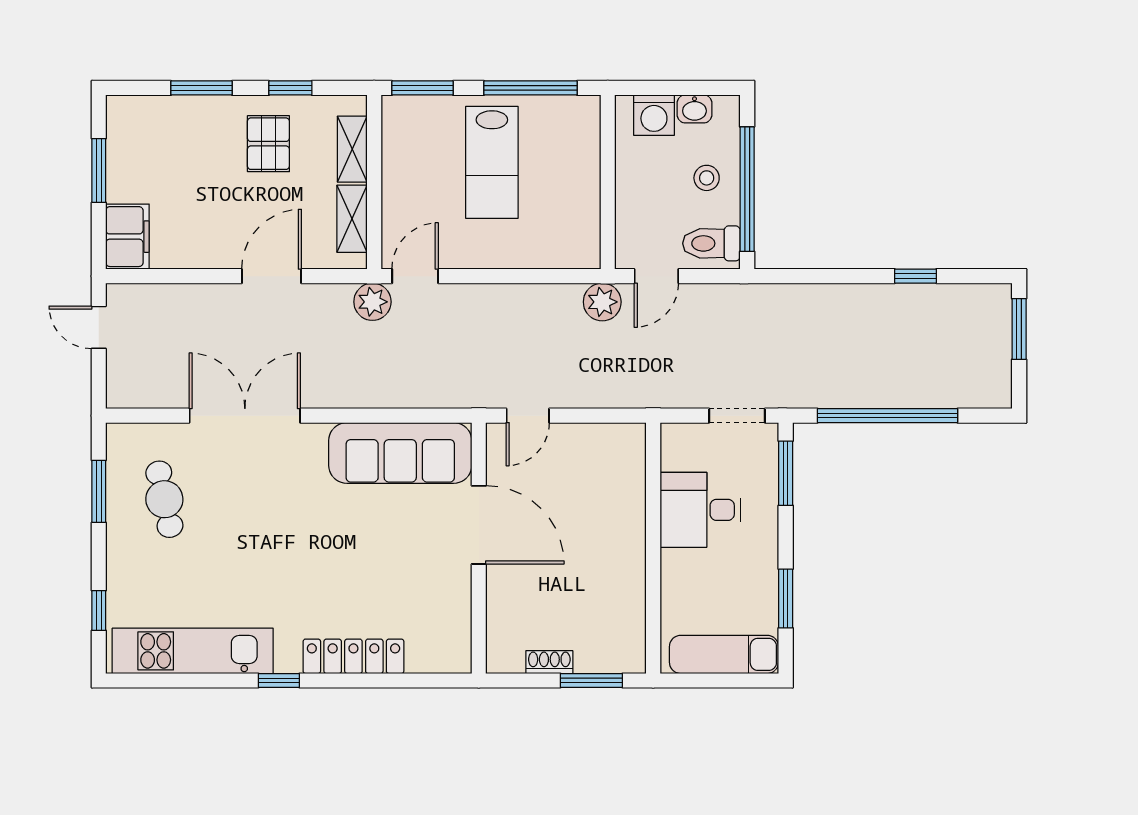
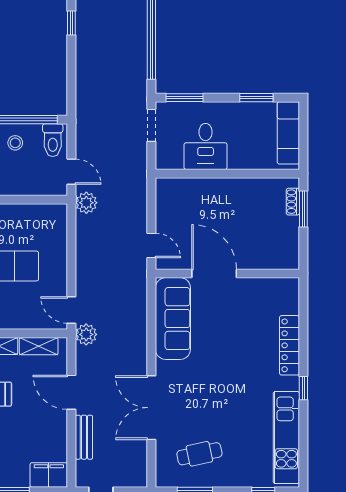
bench: (193, 298) -> (84, 437), added
door: (479, 525) -> (214, 273), hinge flipped
shoe rack: (549, 662) -> (293, 202), moved

